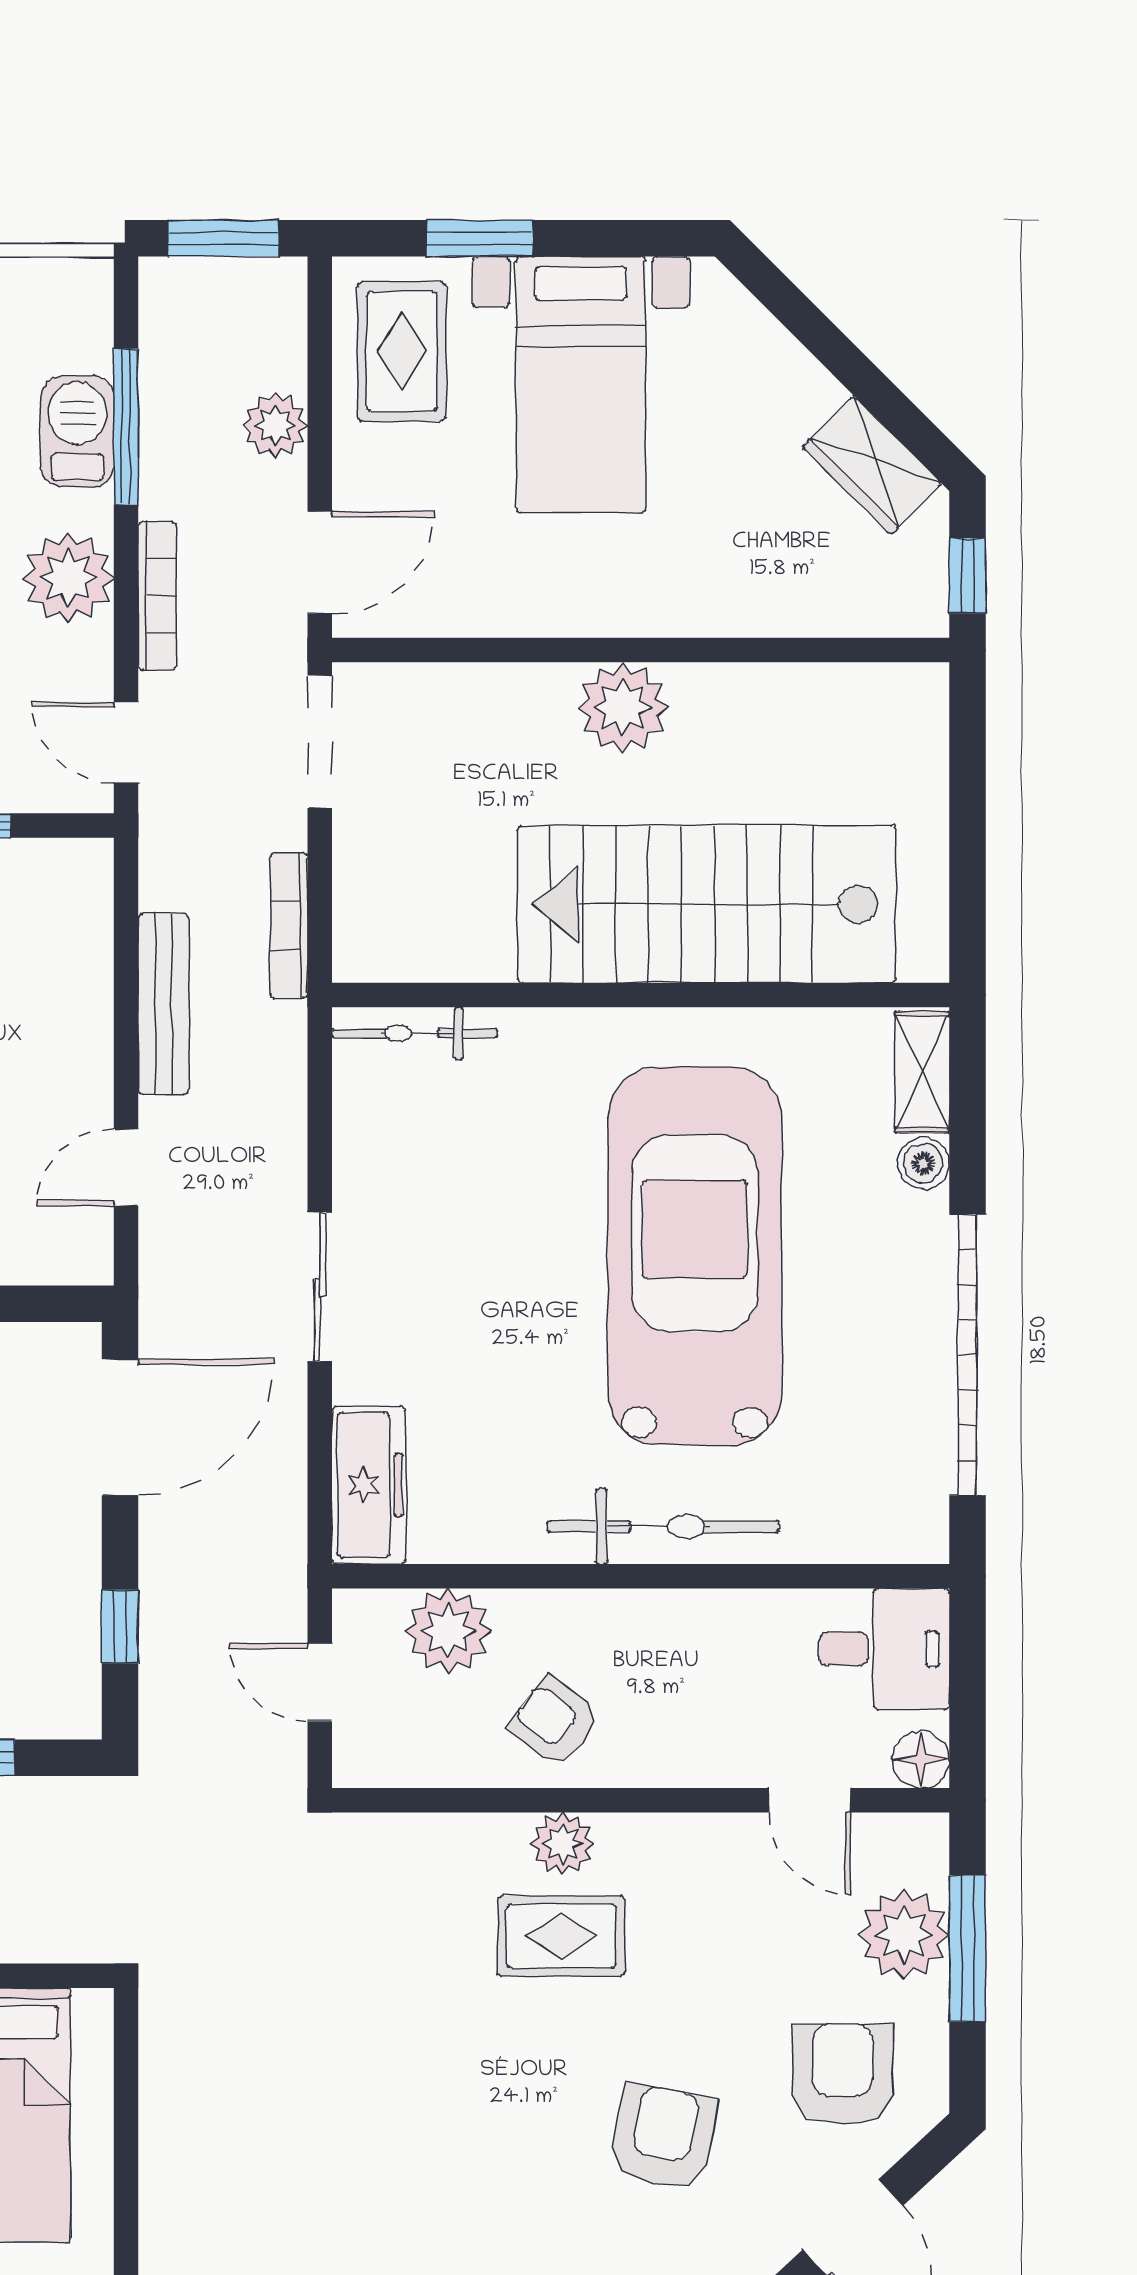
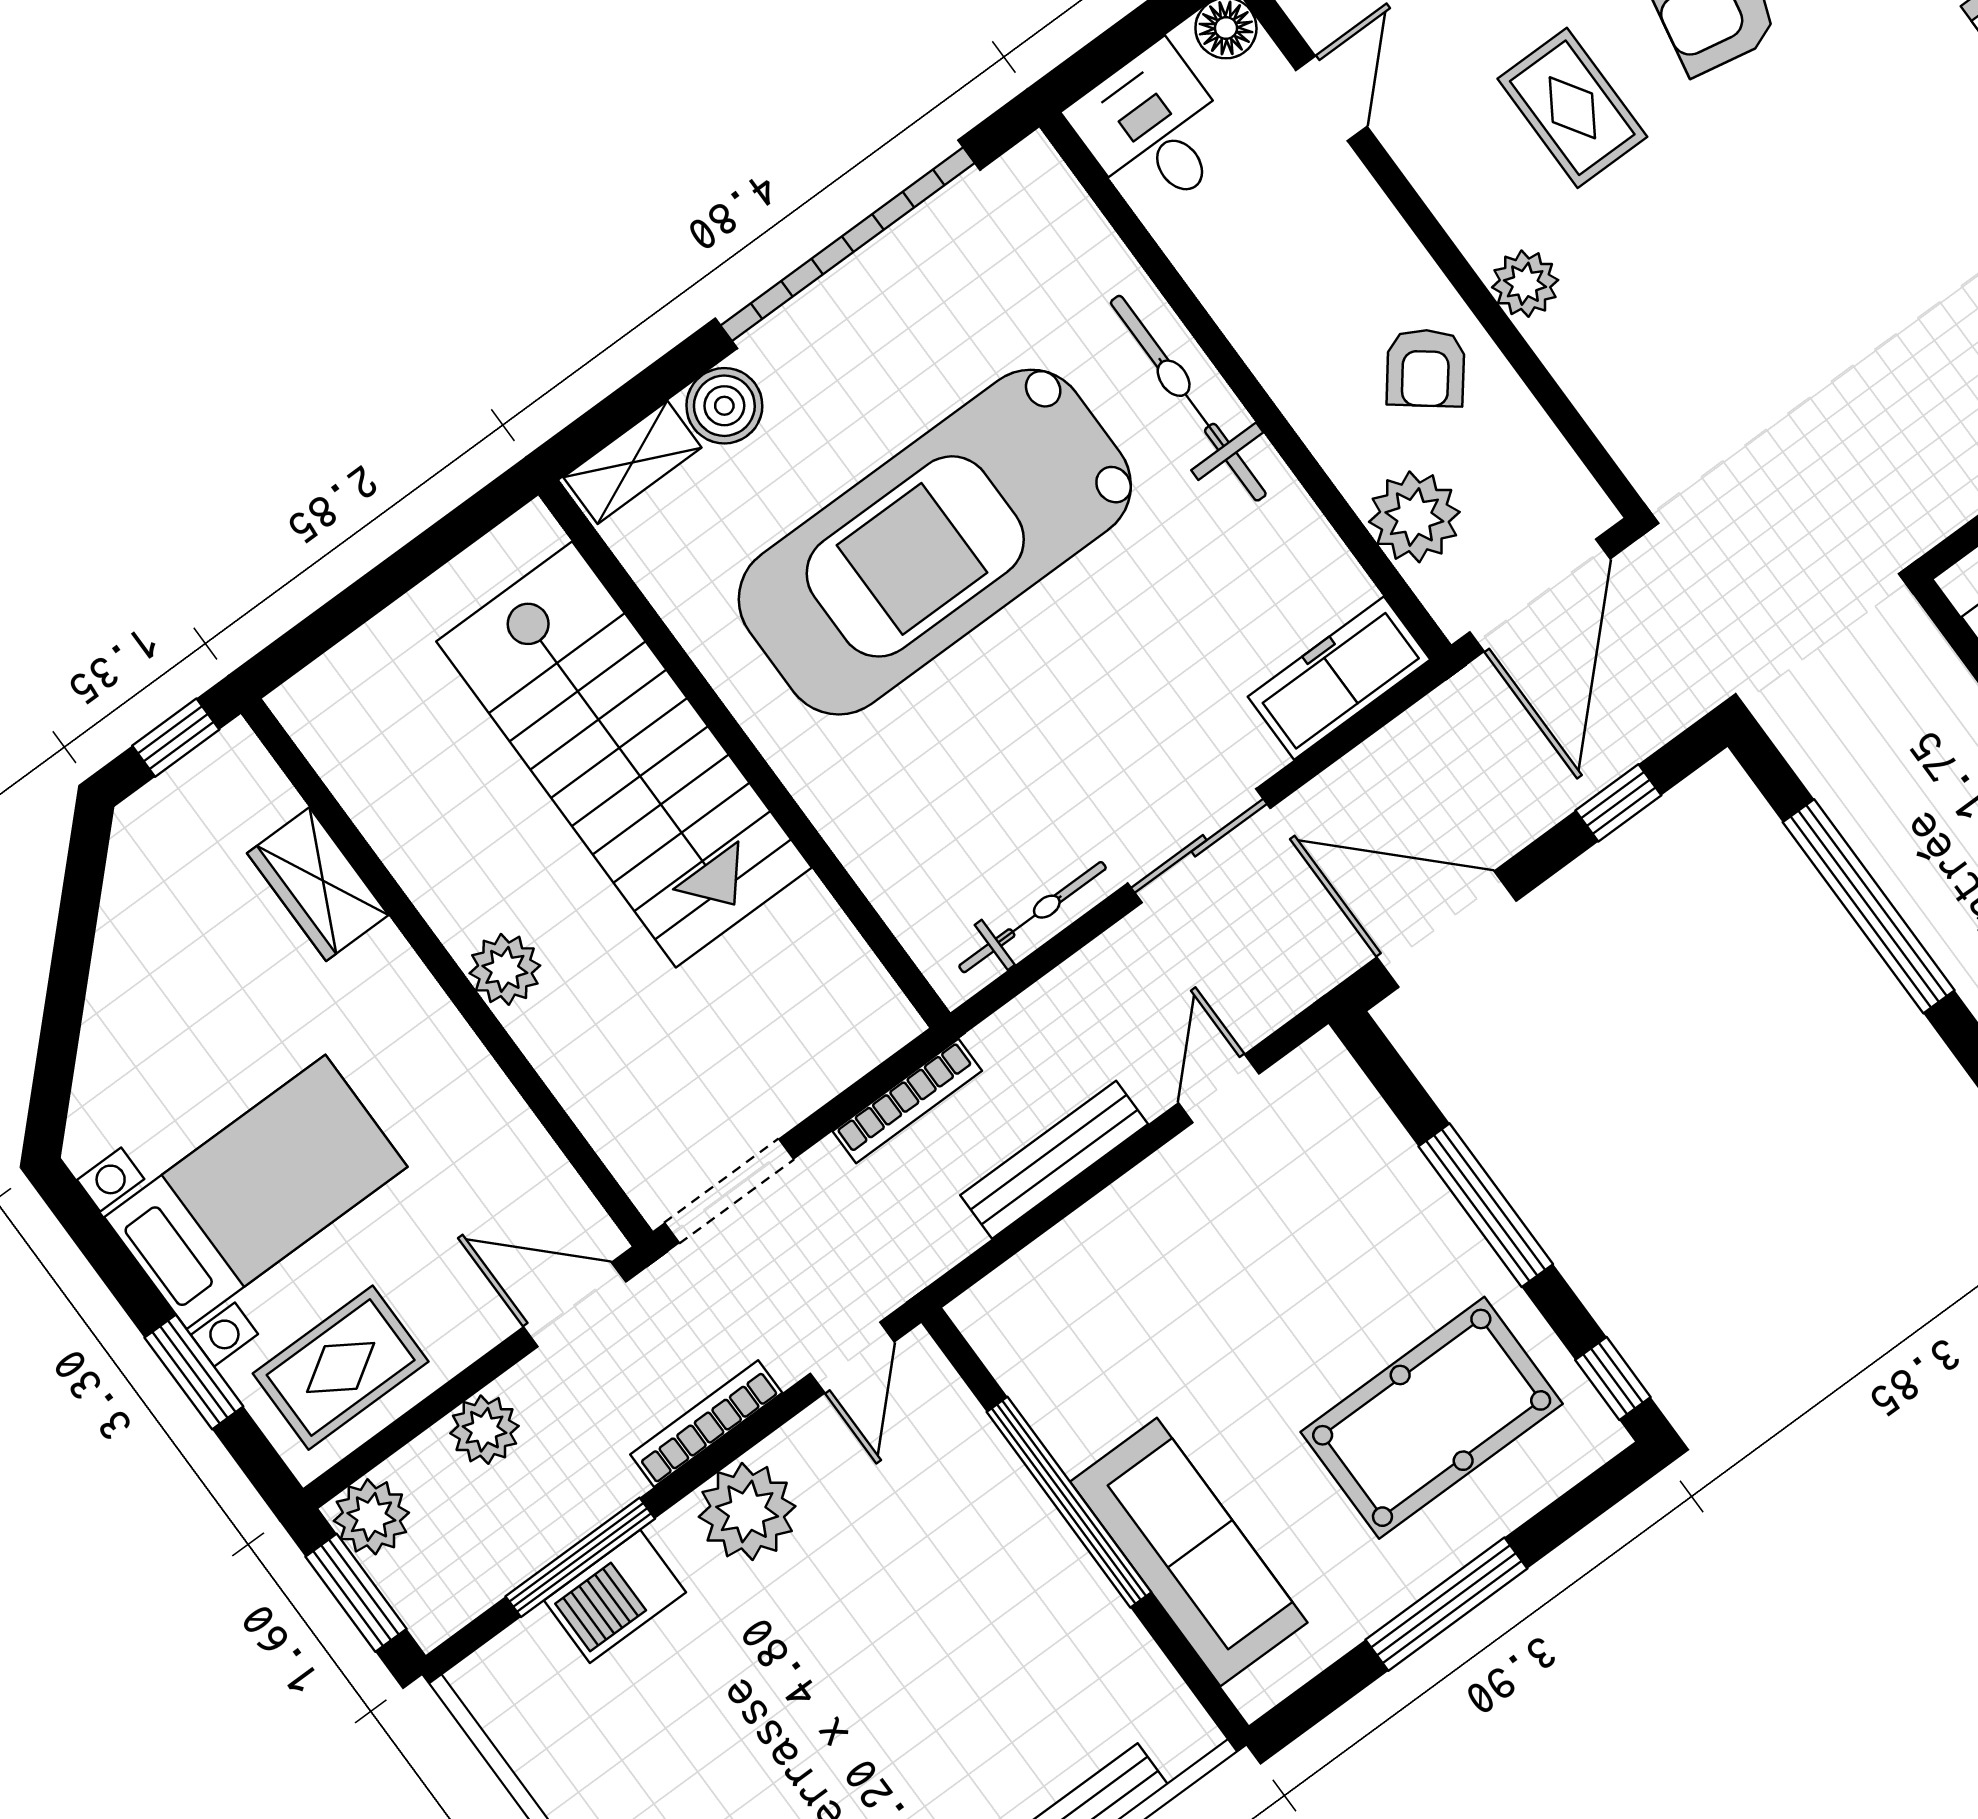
plant: (272, 292) -> (371, 1517), added
wardrobe: (872, 465) -> (318, 884), moved, turned 135
plant: (623, 708) -> (505, 969), width x0.73, depth x0.73
bicycle: (415, 1033) -> (1033, 917), moved, turned -90
boiler: (923, 1163) -> (724, 406), width x1.36, depth x1.36
door: (126, 1167) -> (1219, 1088), swing flipped
door: (320, 1682) -> (1540, 595), width x1.87
rug: (561, 1936) -> (1572, 108), moved

